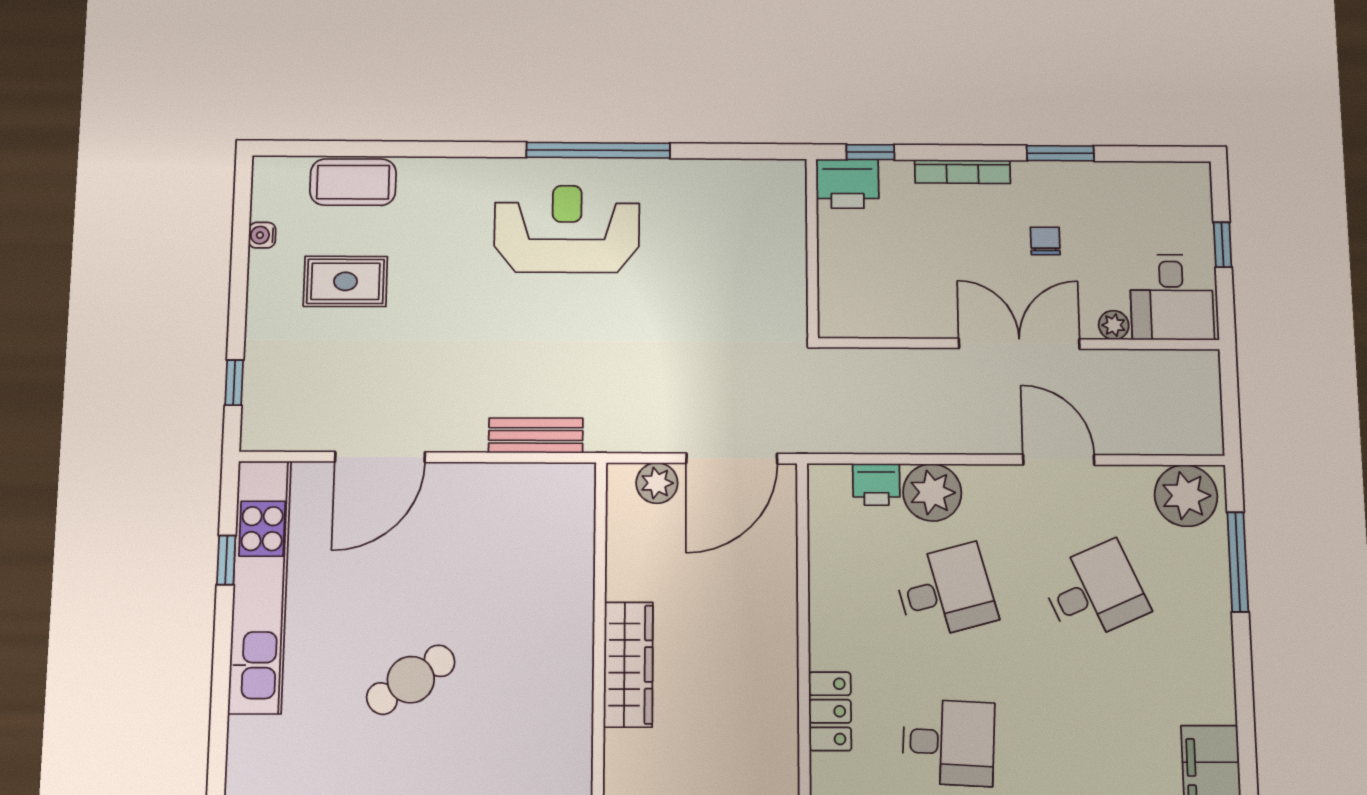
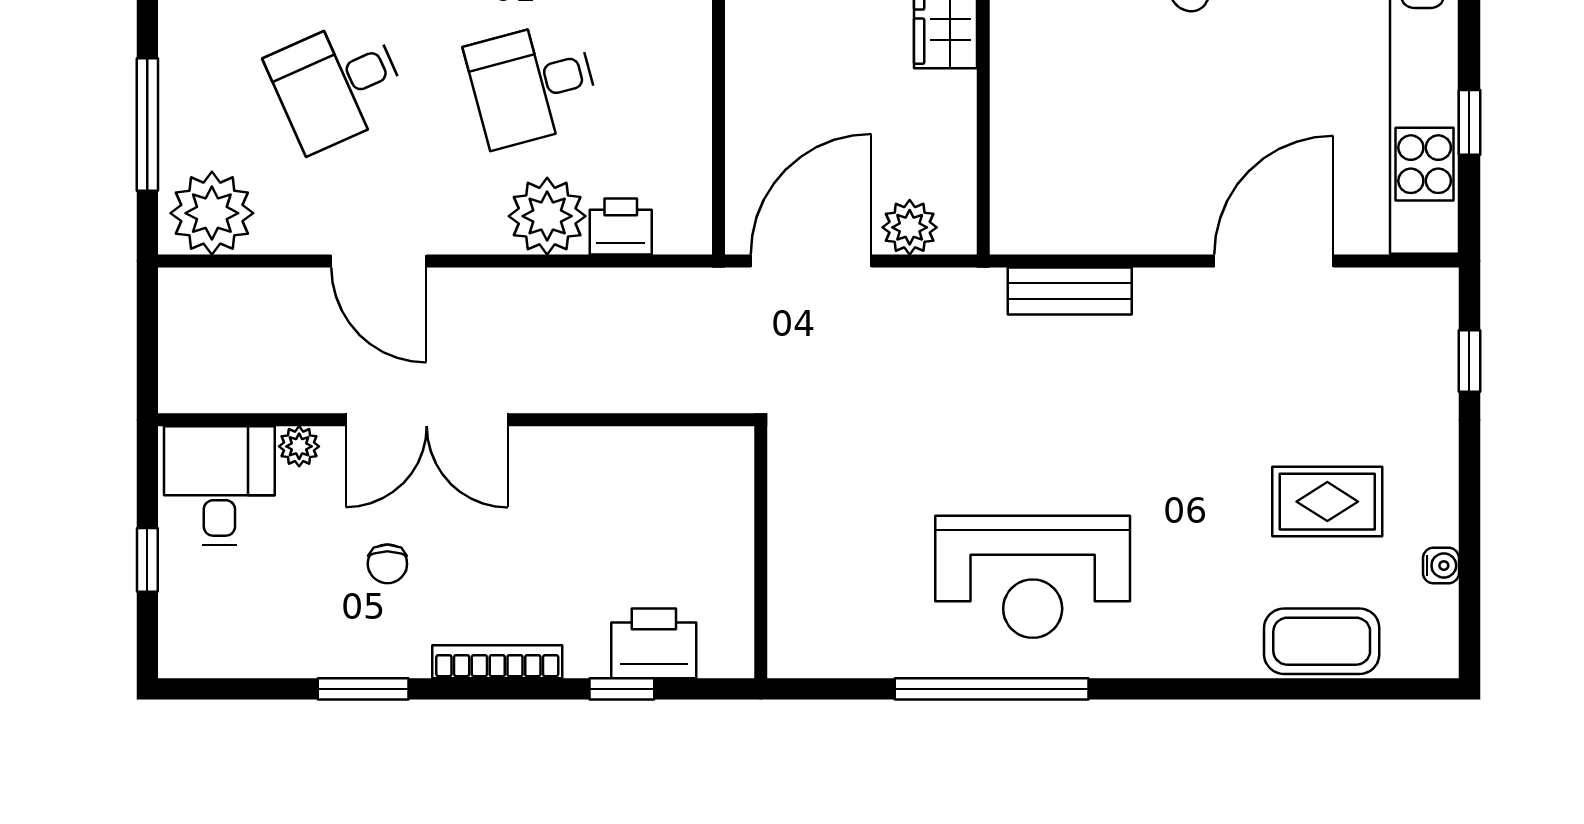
wall: (812, 248) -> (761, 552), moved

